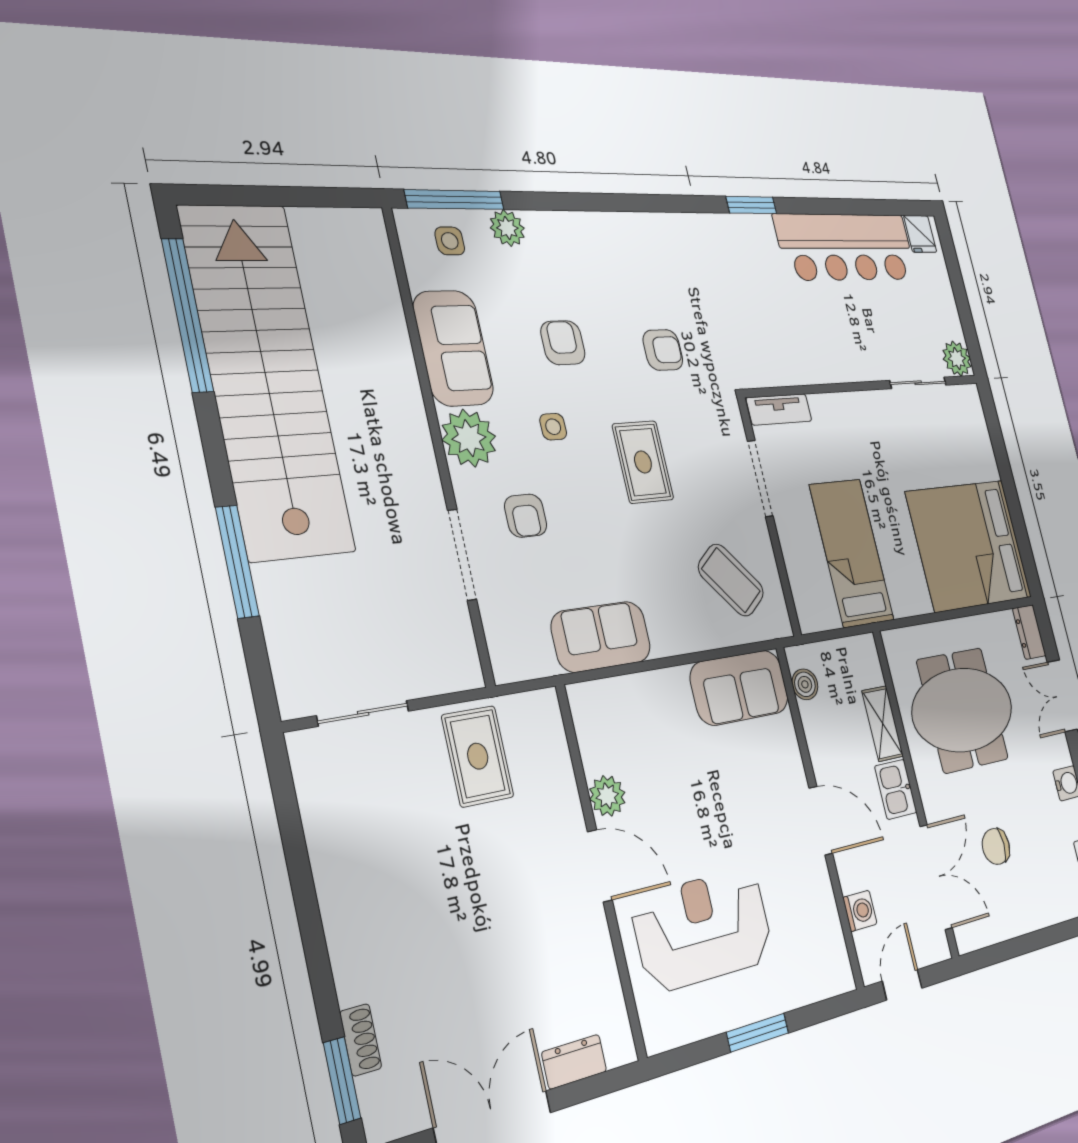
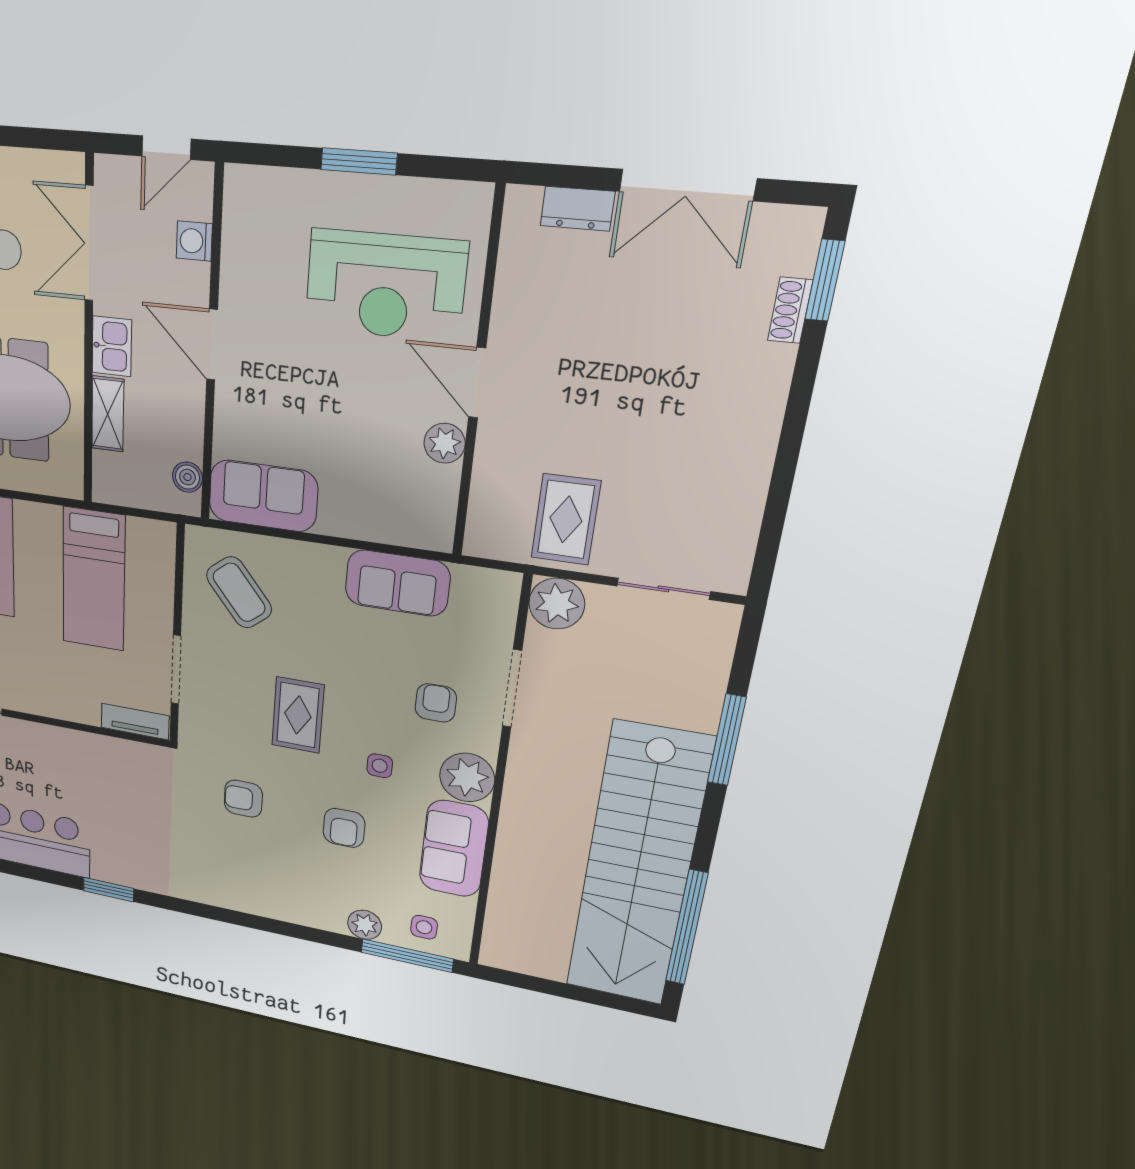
plant: (454, 663) -> (557, 604), added

